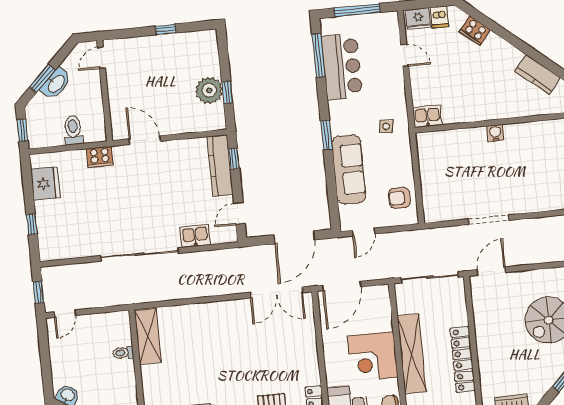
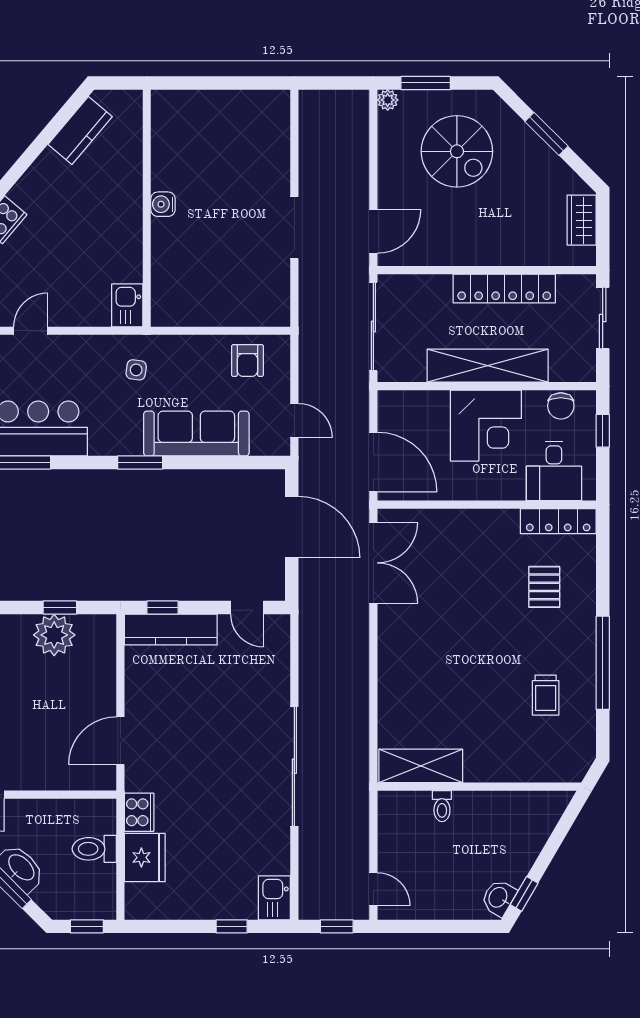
fridge: (45, 183) -> (145, 857), moved, turned 90
kitchen sink: (195, 236) -> (274, 898), moved
door: (491, 271) -> (373, 231), swing flipped

